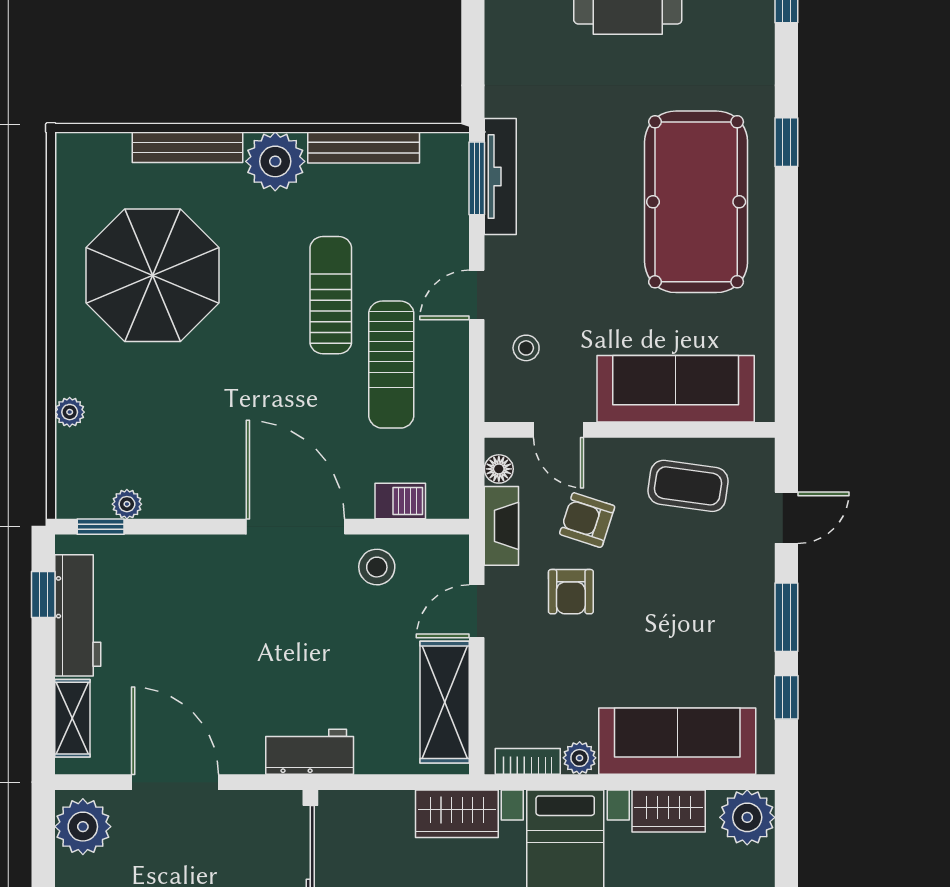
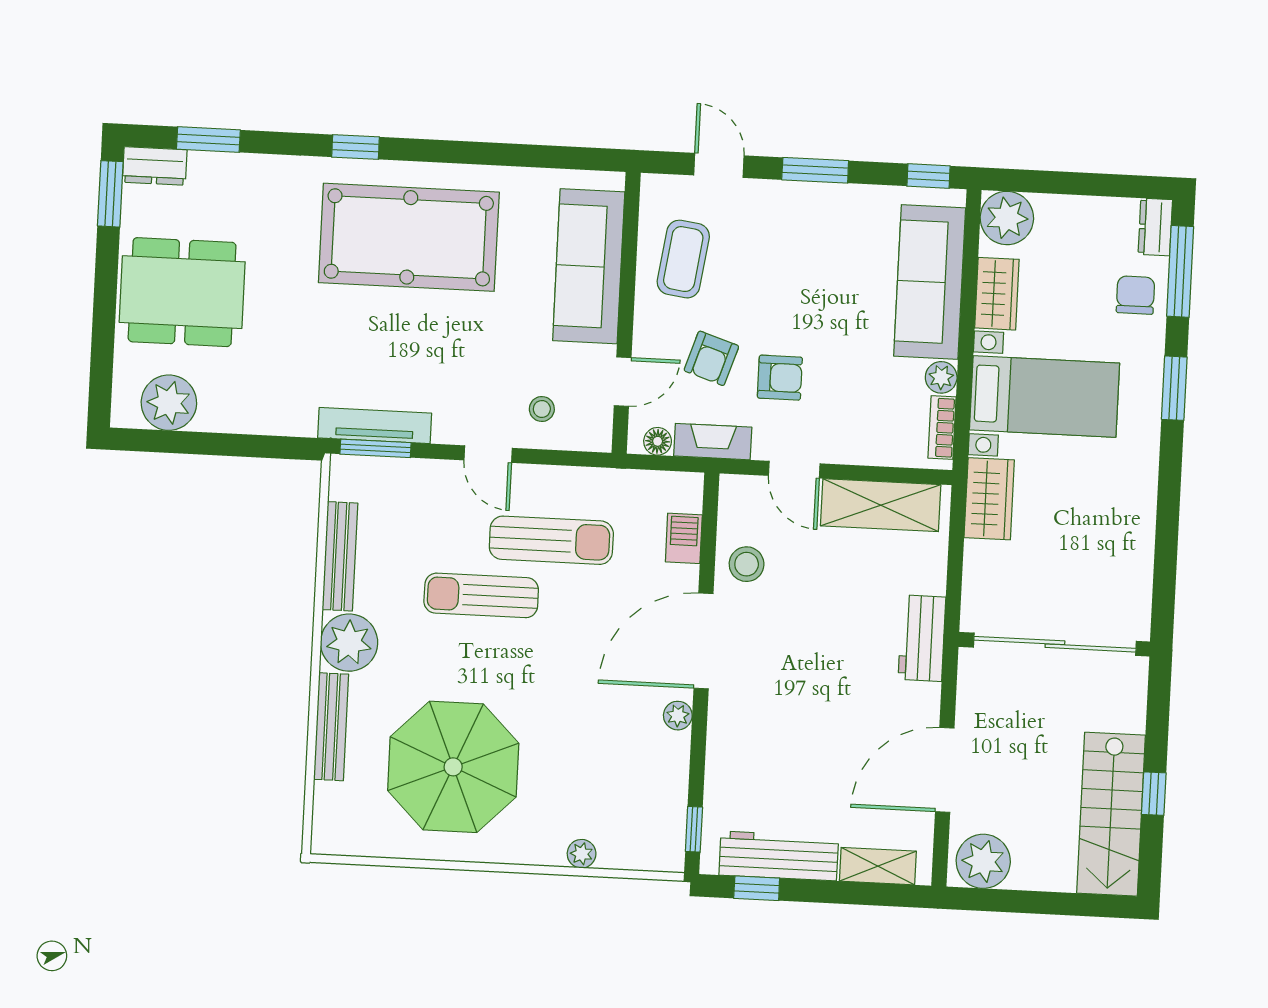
plant: (127, 504) -> (678, 716), moved
window: (786, 697) -> (929, 176), moved

